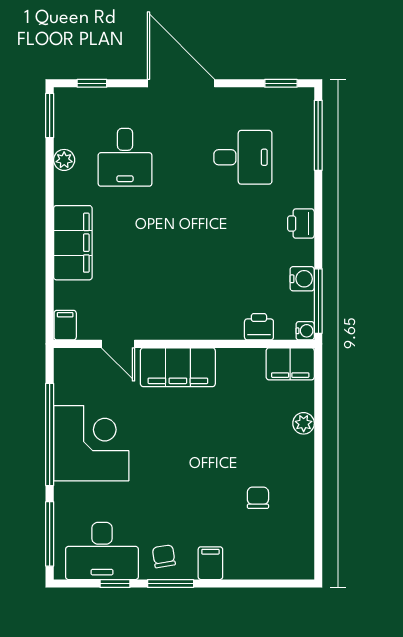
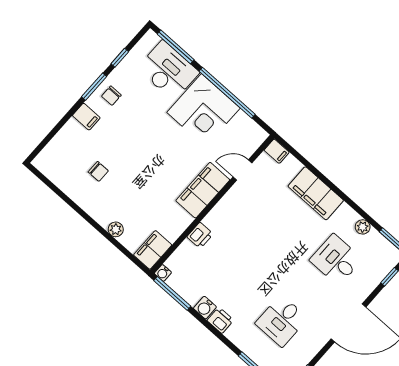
water cooler: (302, 279) -> (205, 308), moved
printer: (259, 327) -> (200, 235), moved
desk: (102, 551) -> (168, 70), moved, turned 90
chair: (164, 556) -> (111, 96), turned 99

